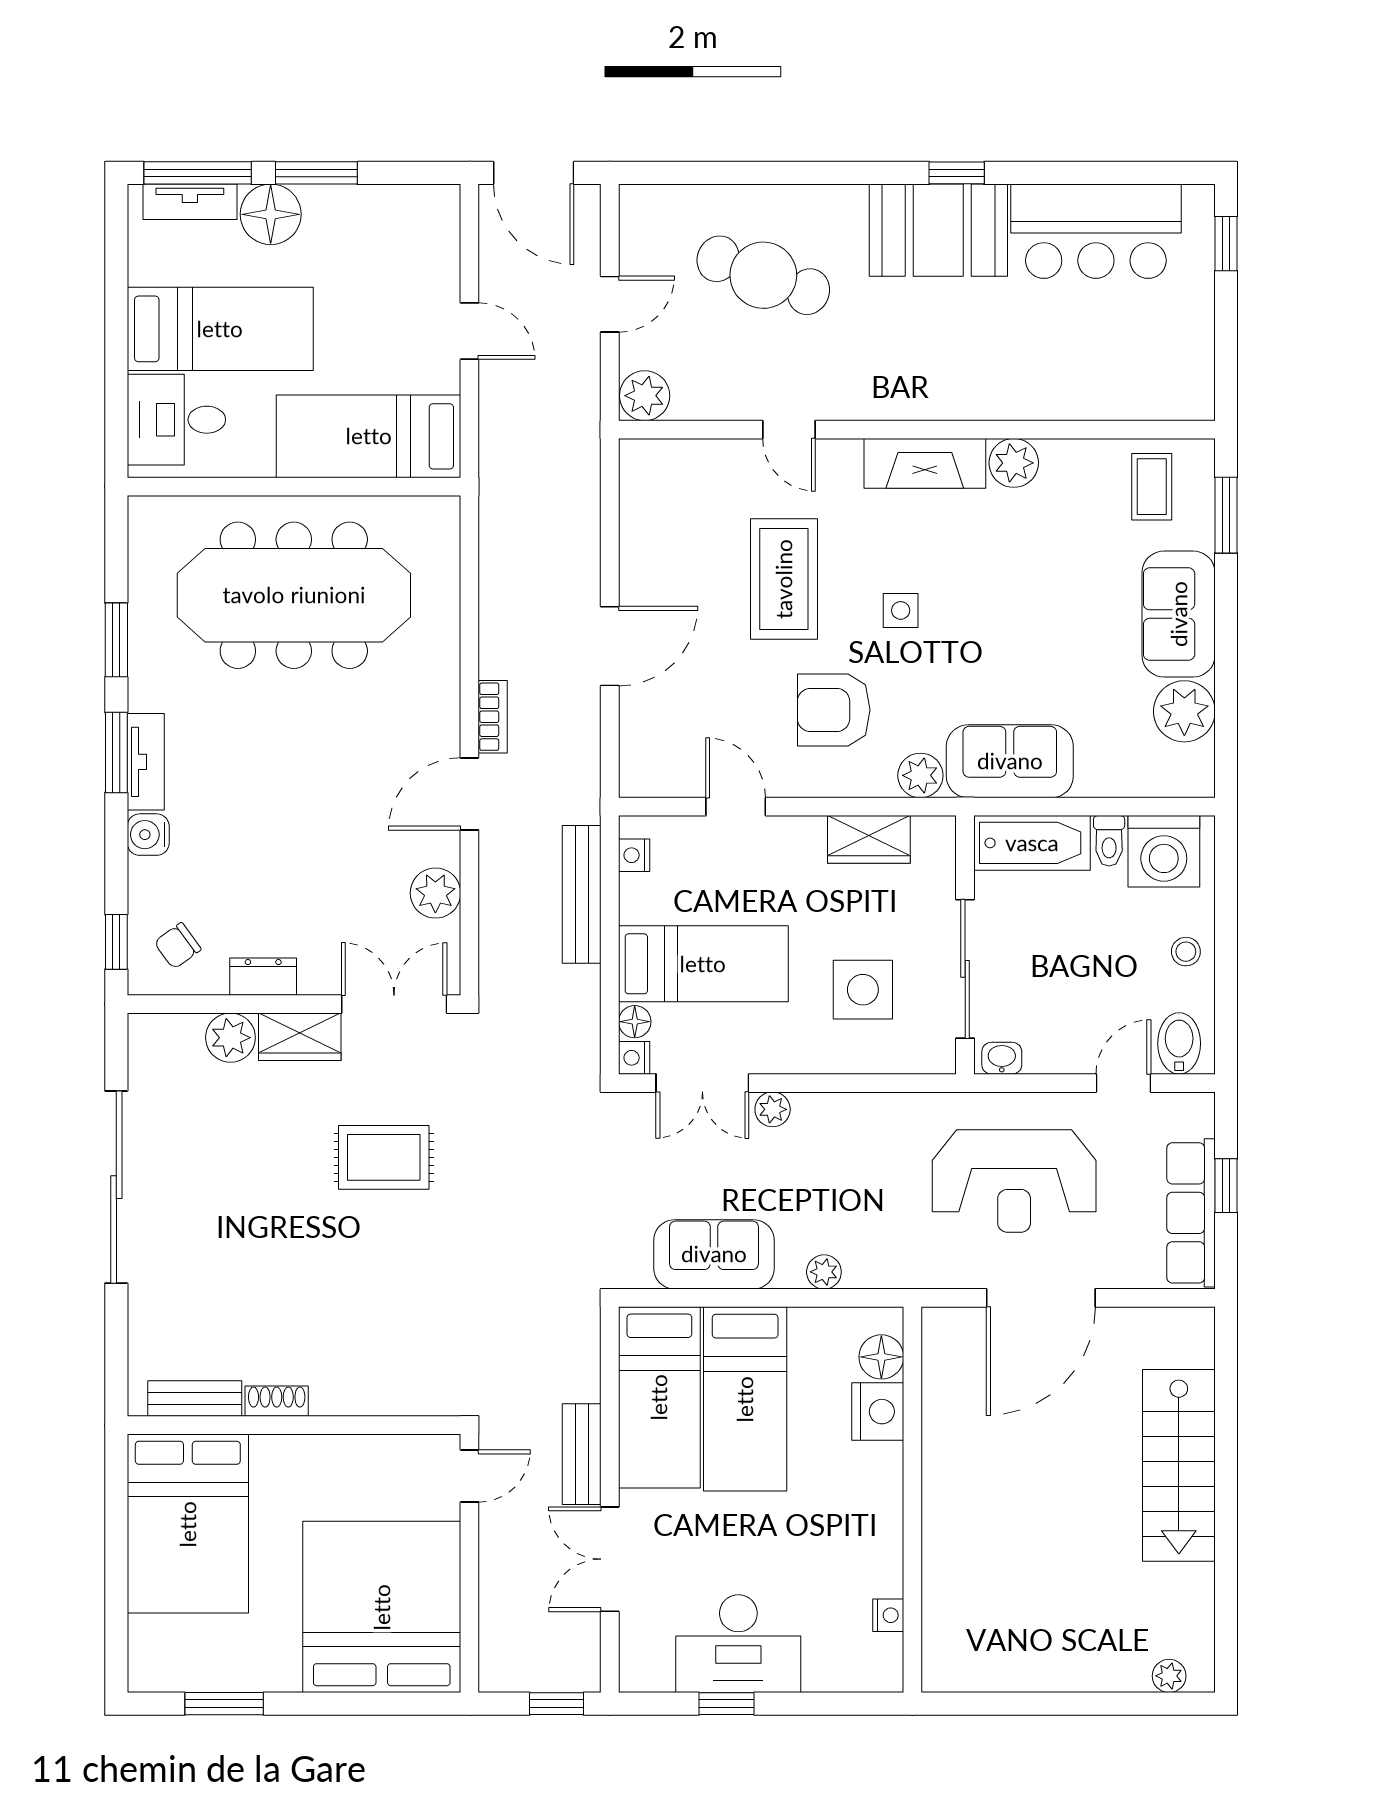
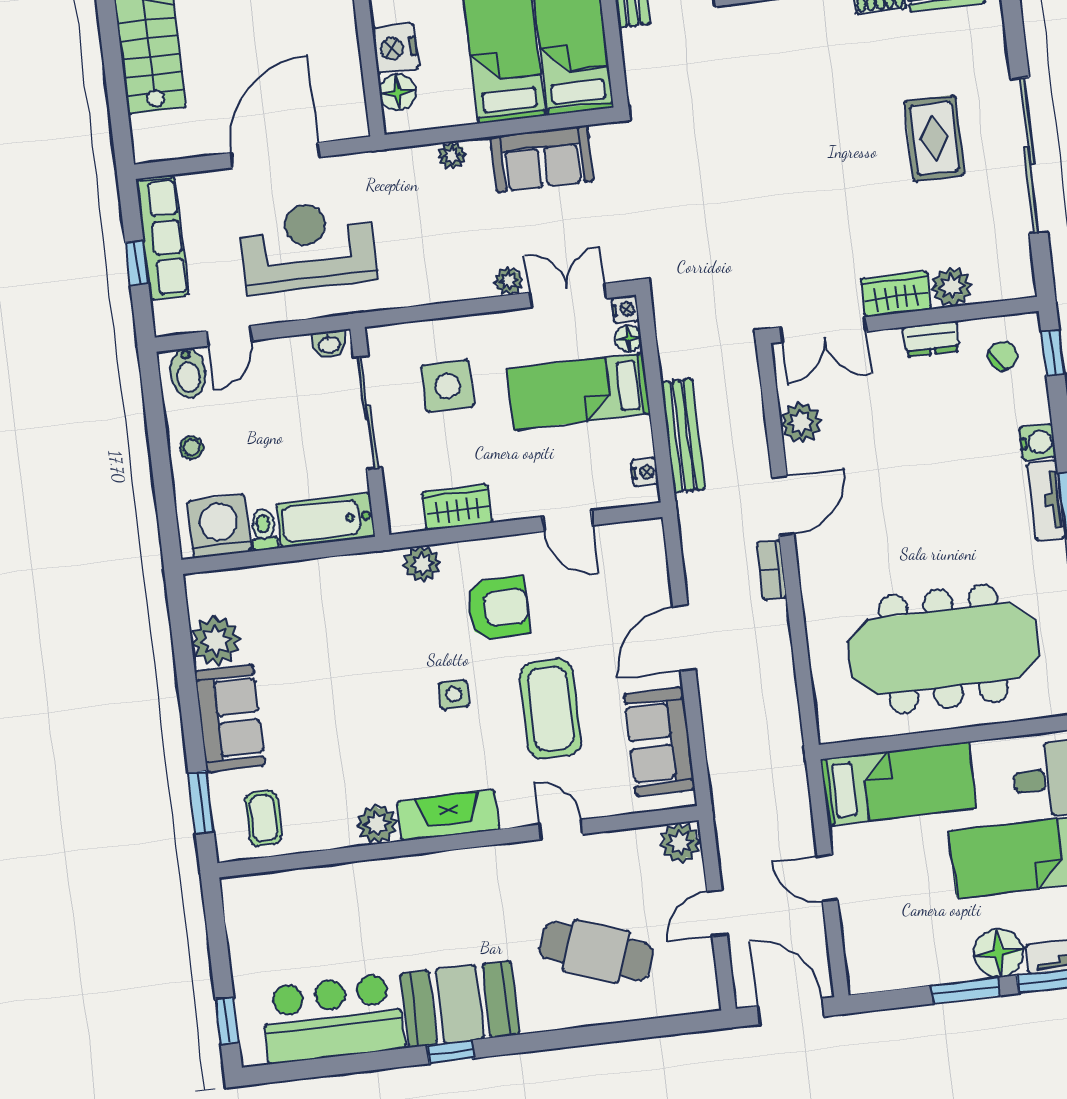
sofa: (1010, 761) -> (660, 742), moved, turned 90
rug: (384, 1157) -> (934, 138), moved, turned 90

